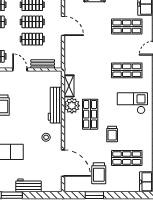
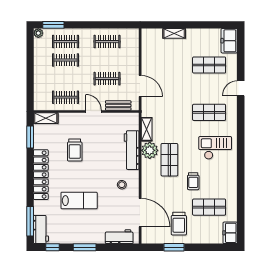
clothes rail: (32, 22) -> (107, 60), removed
door: (63, 26) -> (140, 86), moved
workbench: (29, 185) -> (119, 237), moved

